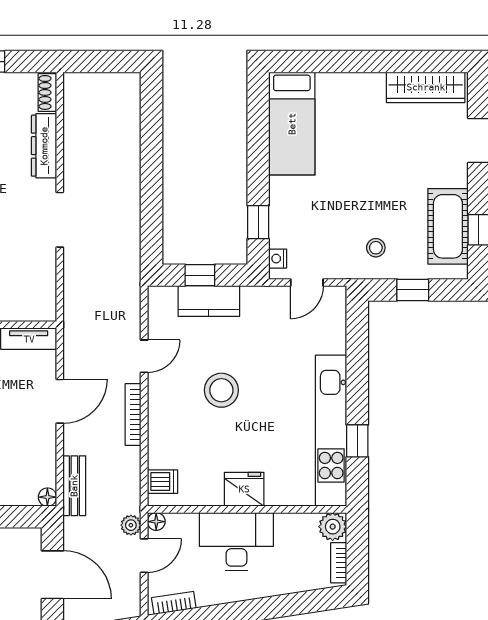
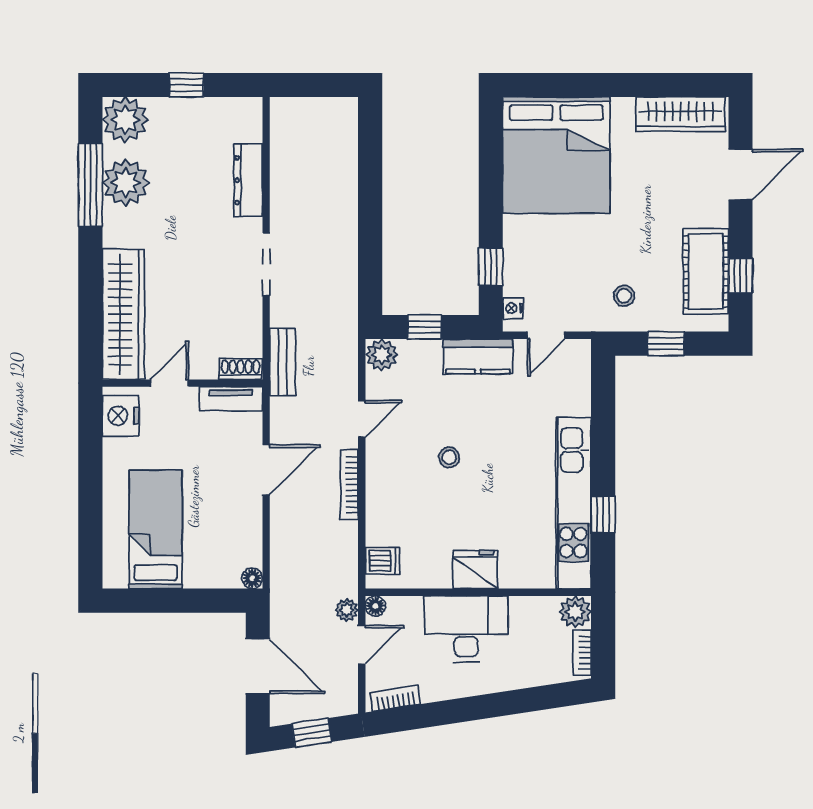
shoe rack: (47, 92) -> (241, 369), moved, turned 90
bed: (292, 124) -> (556, 155), width x2.04
plant: (162, 300) -> (382, 355), added
kitchen counter: (209, 301) -> (478, 356), moved
stool: (221, 390) -> (449, 457), width x0.53, depth x0.53
bench: (74, 486) -> (283, 362), moved

